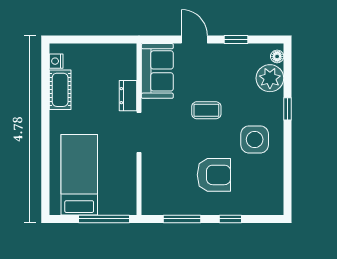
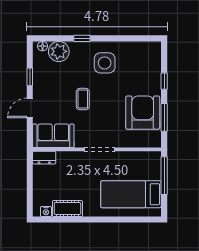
dresser: (128, 96) -> (44, 158), moved
armchair: (214, 175) -> (143, 113), moved, width x1.36, depth x1.36

